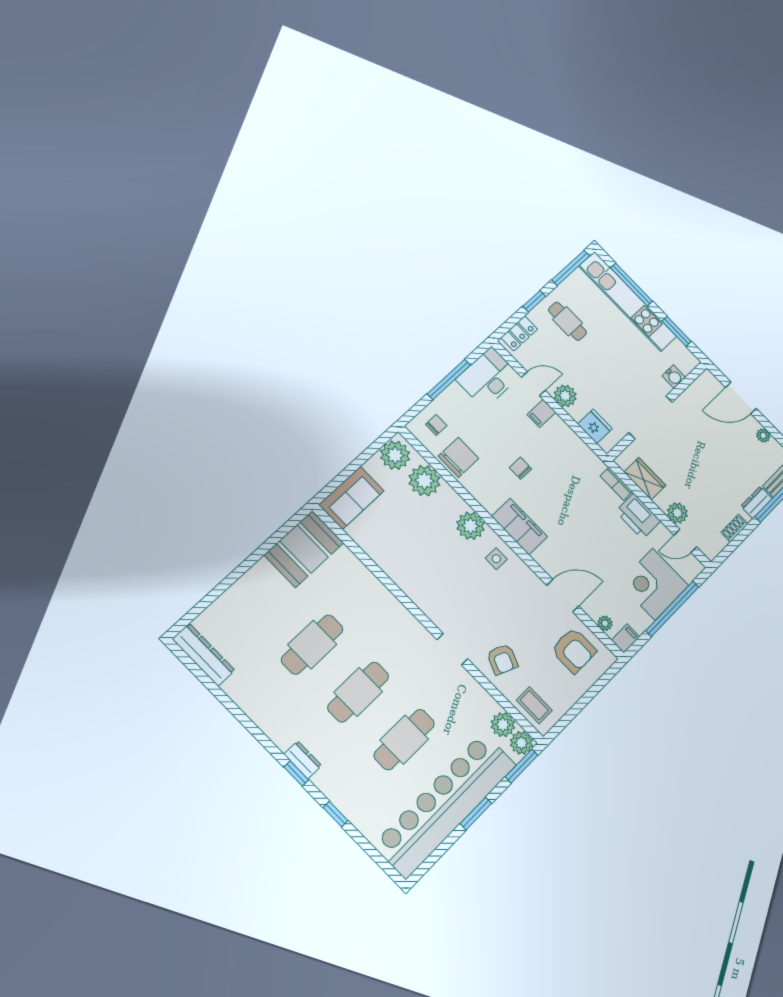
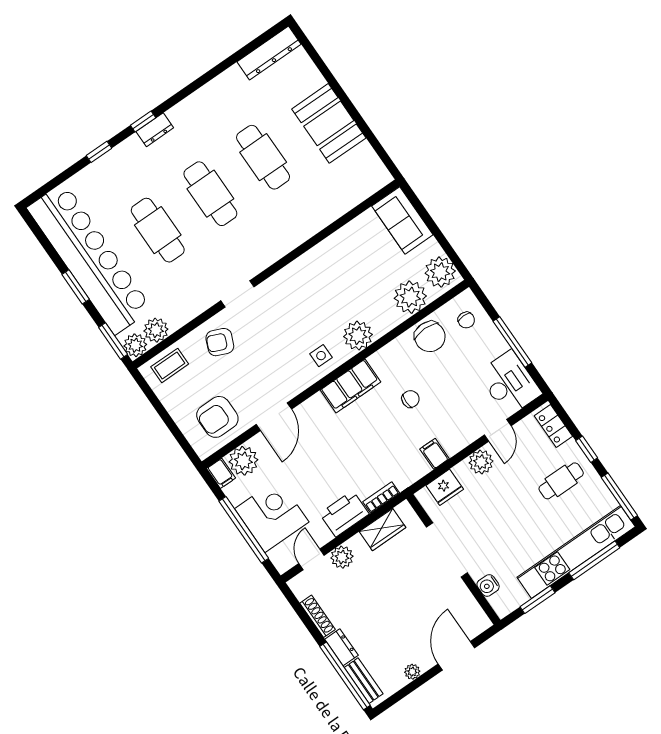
filing cabinet: (541, 413) -> (434, 454), moved
shoe rack: (734, 528) -> (318, 616), width x1.43
booth: (304, 549) -> (329, 123), moved
plant: (605, 623) -> (243, 461), width x1.88, depth x1.88

